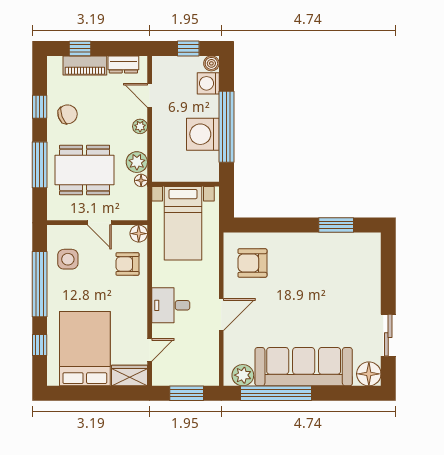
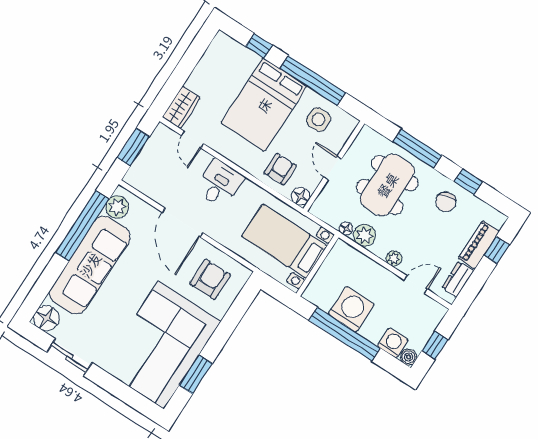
door: (99, 223) -> (333, 168), hinge flipped
corner sofa: (331, 268) -> (161, 345), added
door: (221, 315) -> (183, 223), width x1.36
bed: (85, 349) -> (264, 105), moved, turned 90

